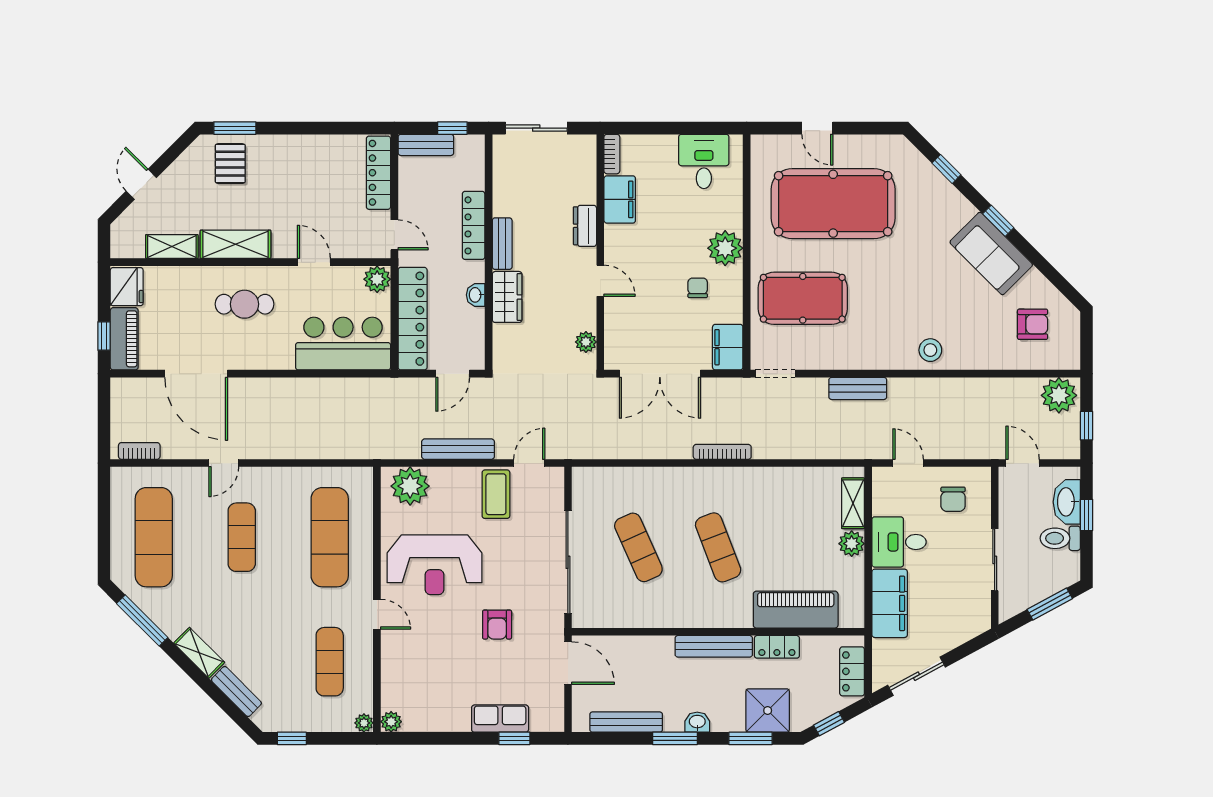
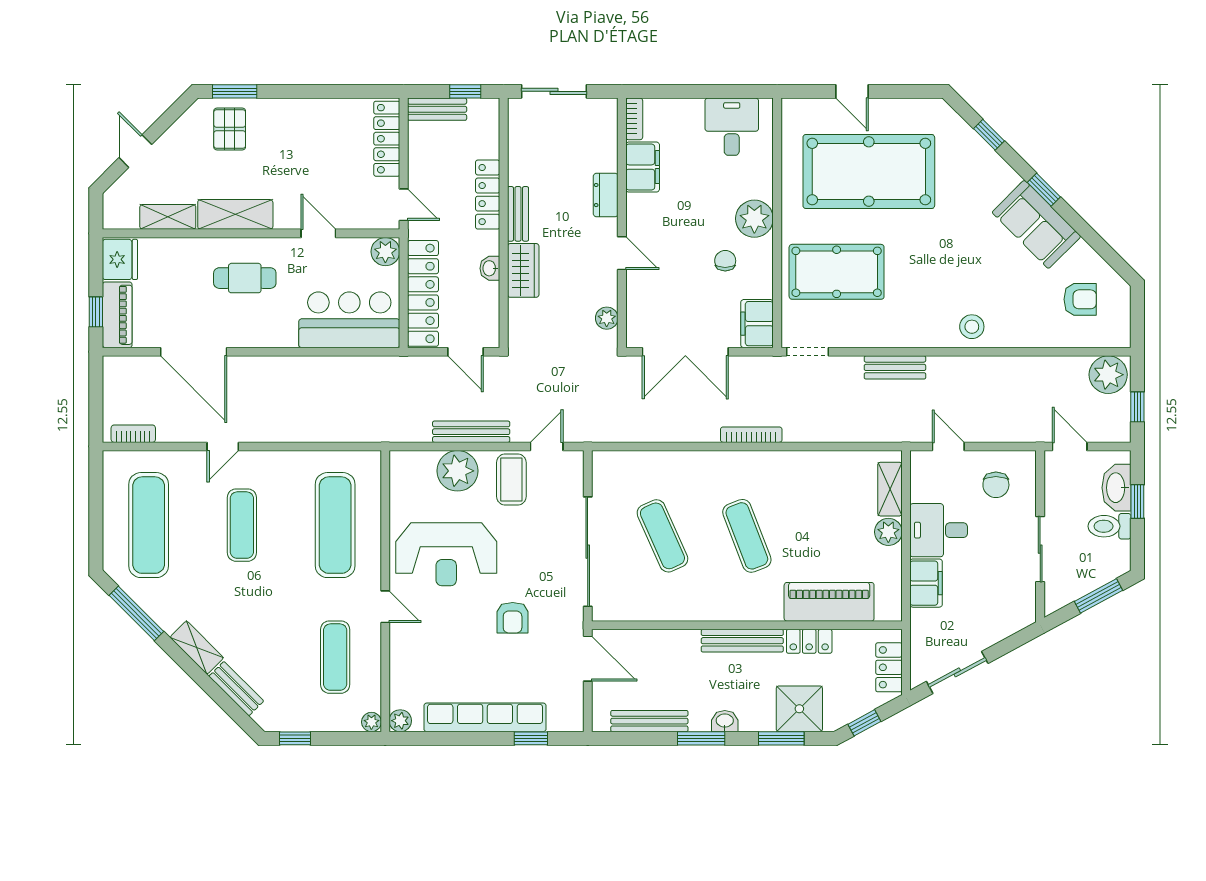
door: (453, 374) -> (465, 352), hinge flipped
plant: (410, 486) -> (457, 471), moved
filing cabinet: (890, 603) -> (926, 583), width x0.67, depth x0.86
row of seats: (500, 719) -> (485, 717), width x2.02

